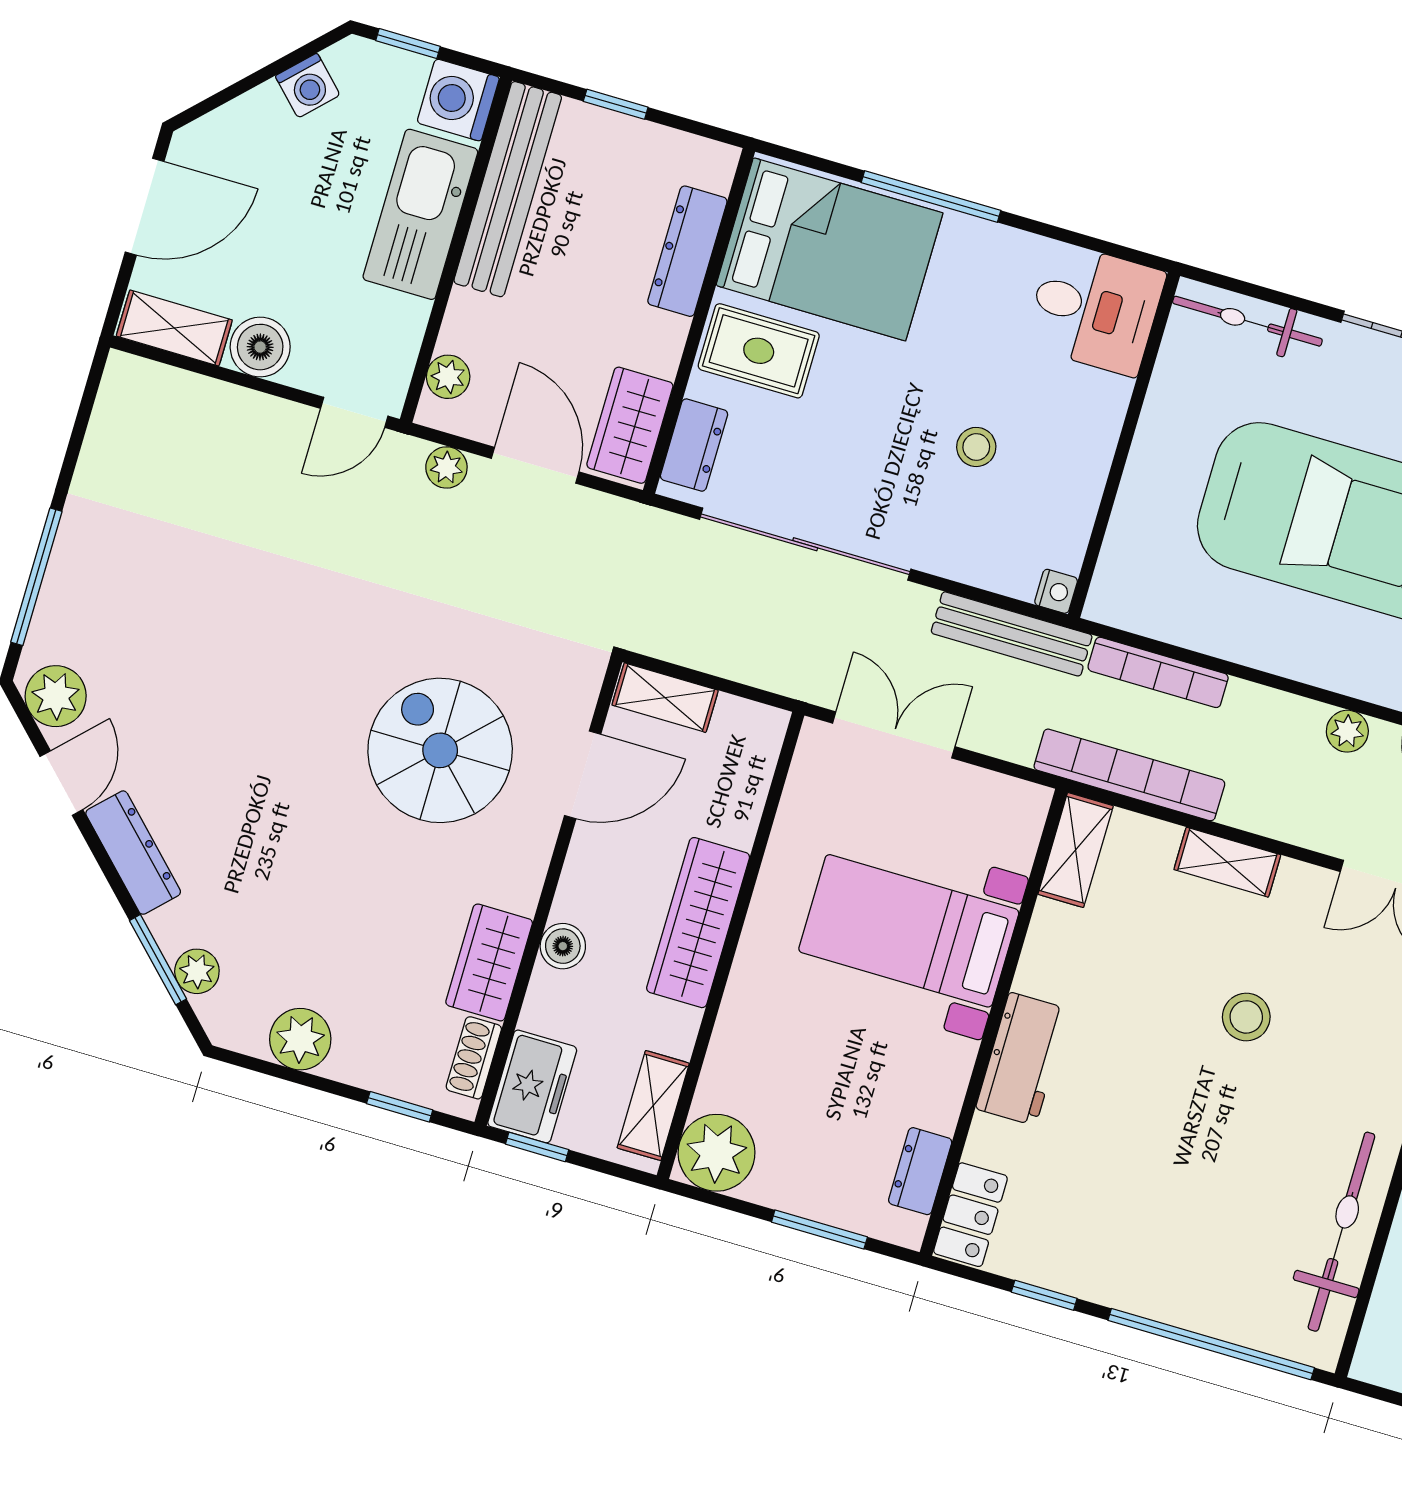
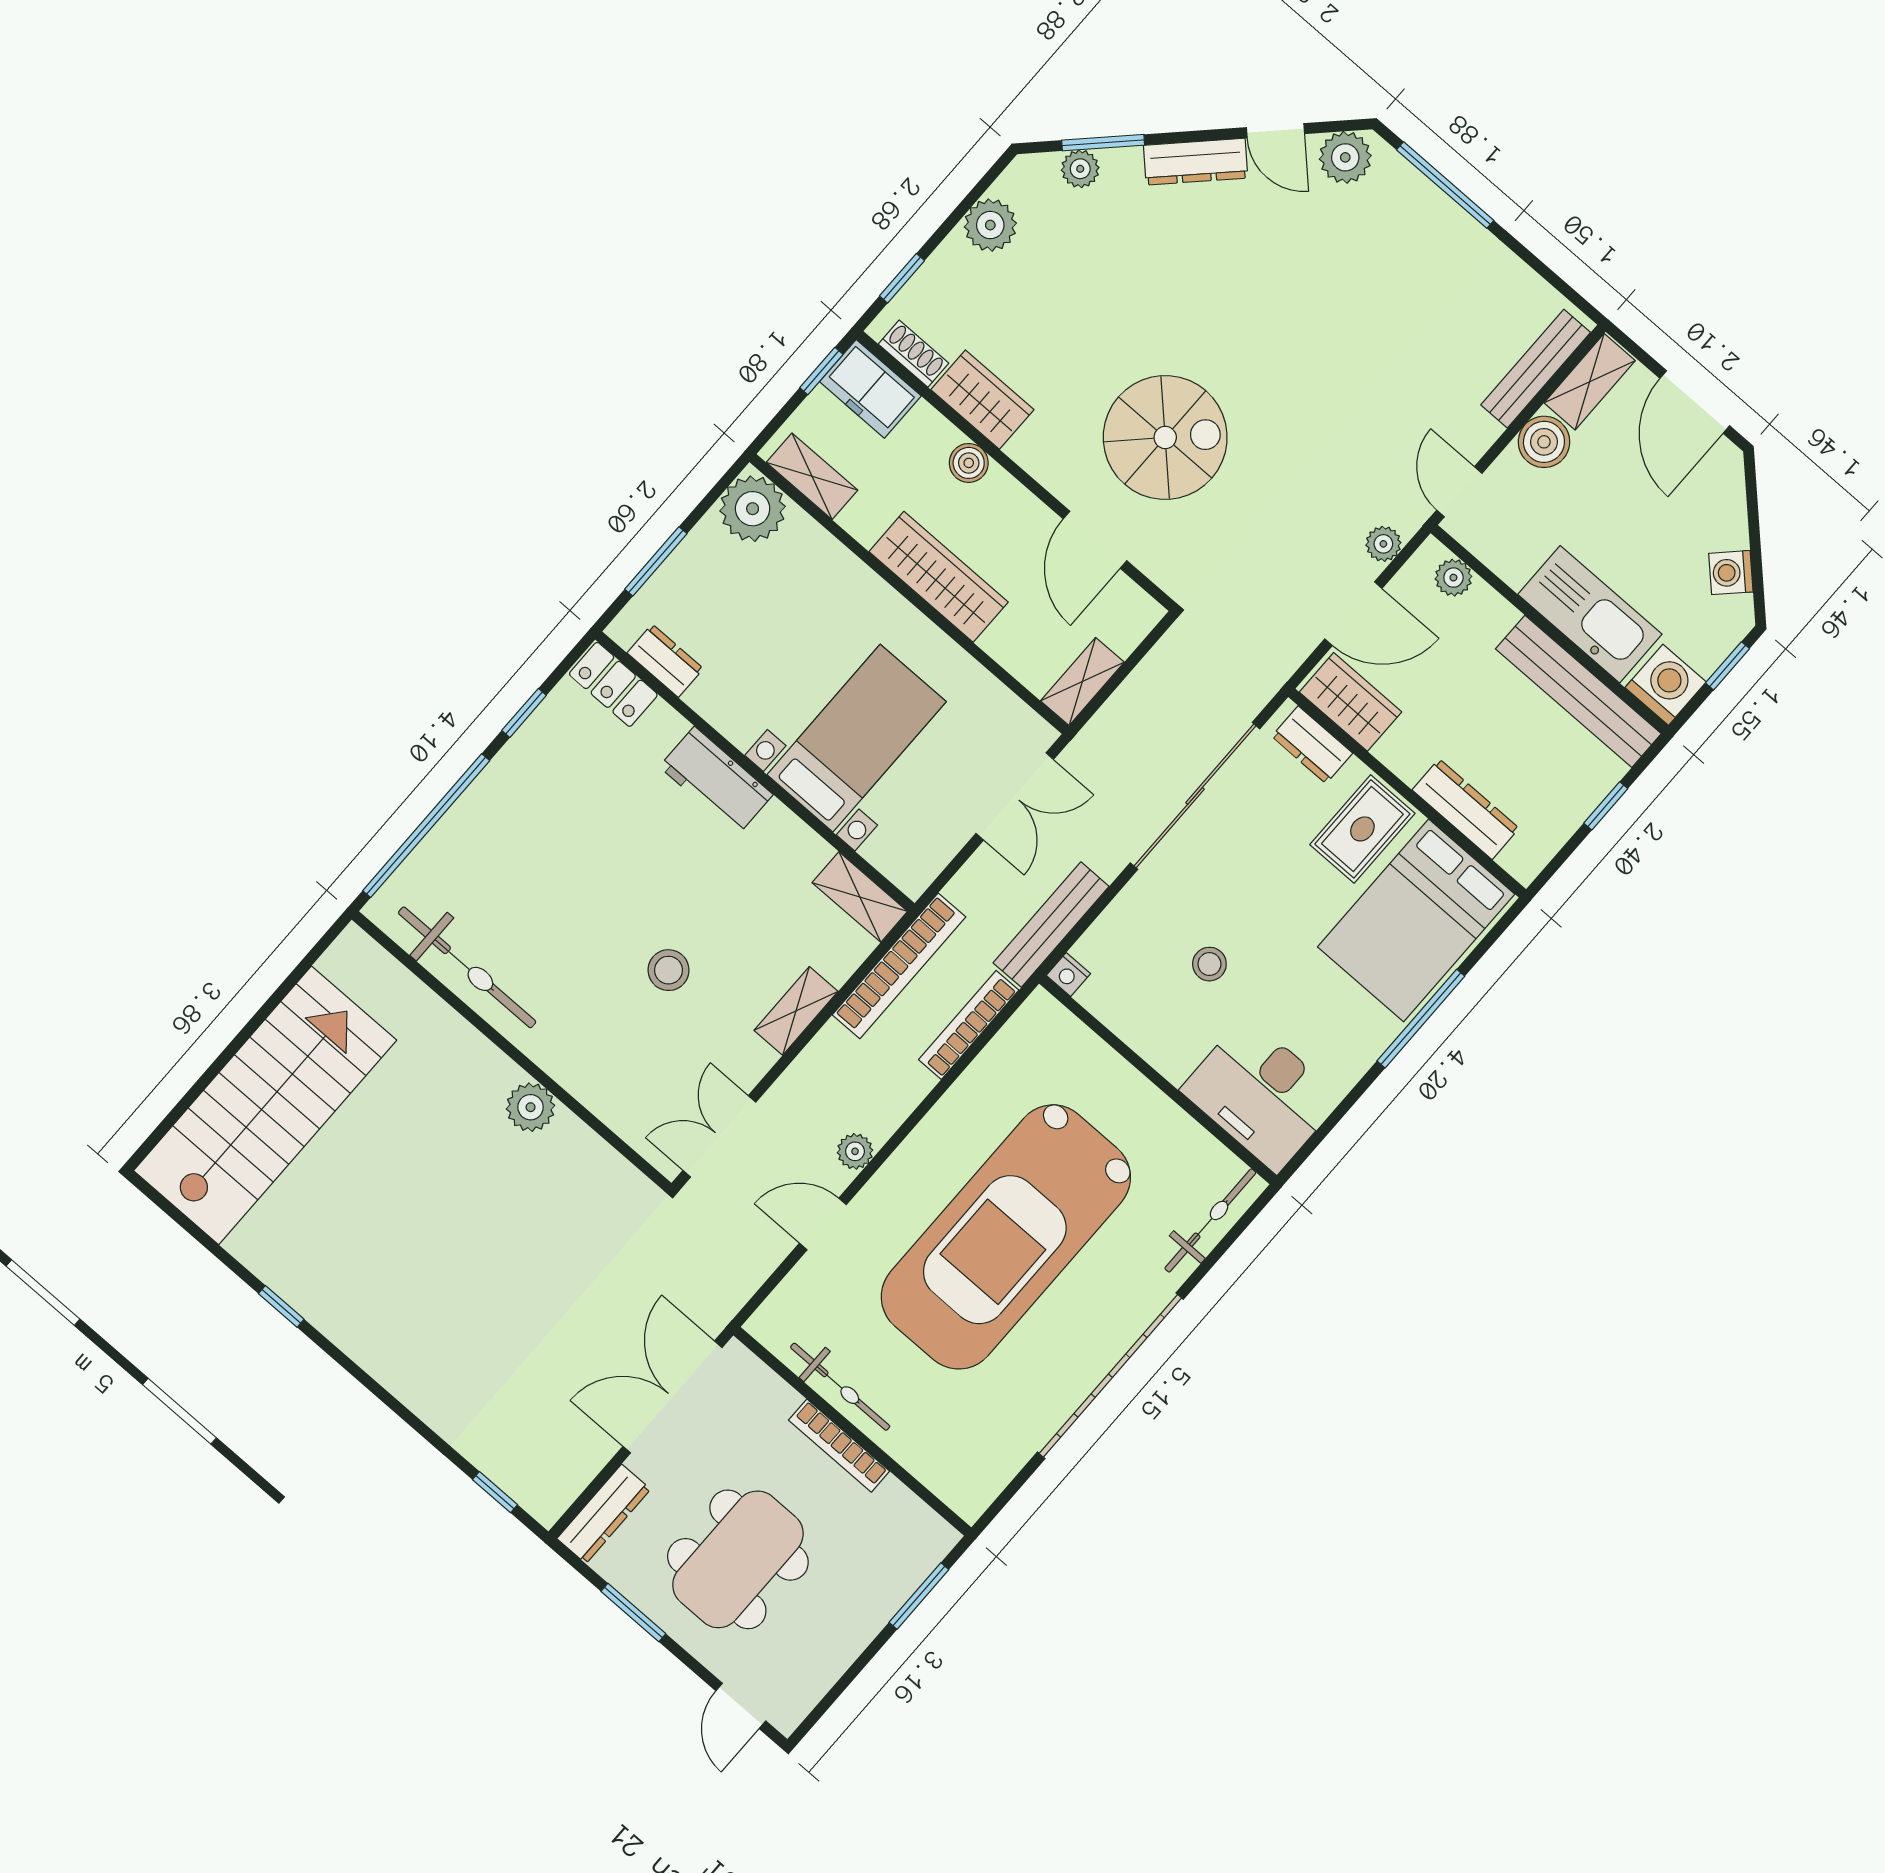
desk: (1095, 309) -> (1261, 1094), width x1.37
bench: (187, 391) -> (1536, 369), added
shelving: (665, 698) -> (1082, 682), moved

